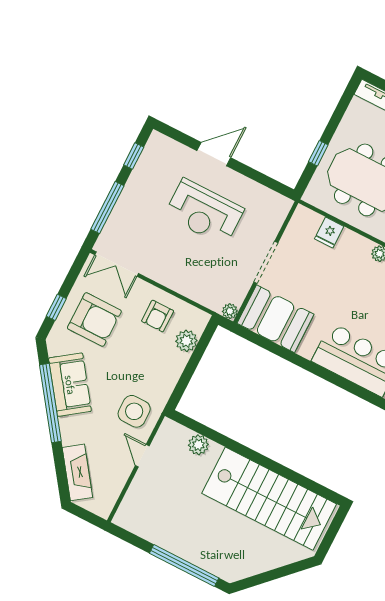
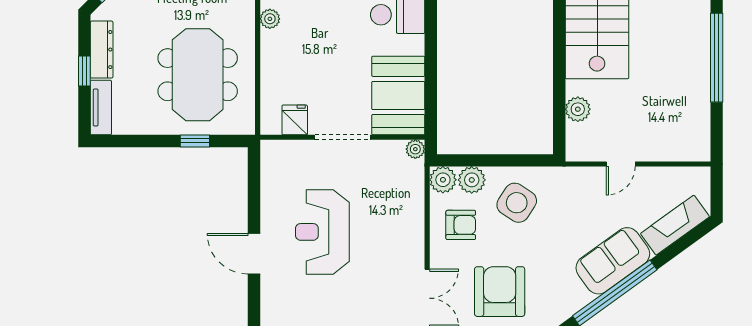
reception desk: (204, 212) -> (322, 232), turned 180
fridge: (329, 233) -> (295, 120), moved, turned -90
plant: (197, 320) -> (443, 180), added
sofa: (70, 385) -> (613, 261), moved
side table: (134, 411) -> (517, 203), moved, turned 33

